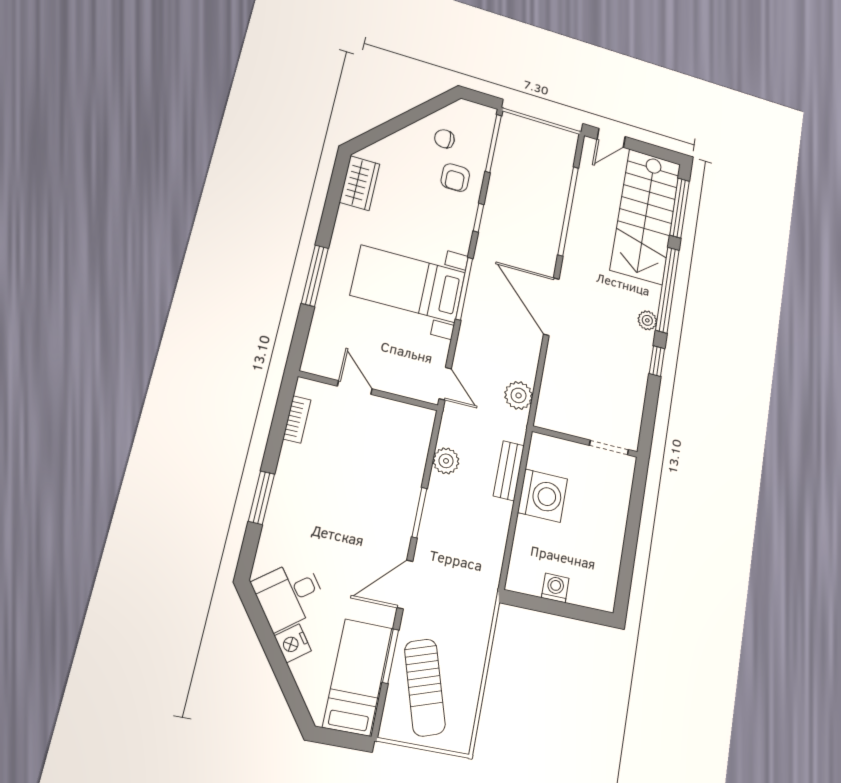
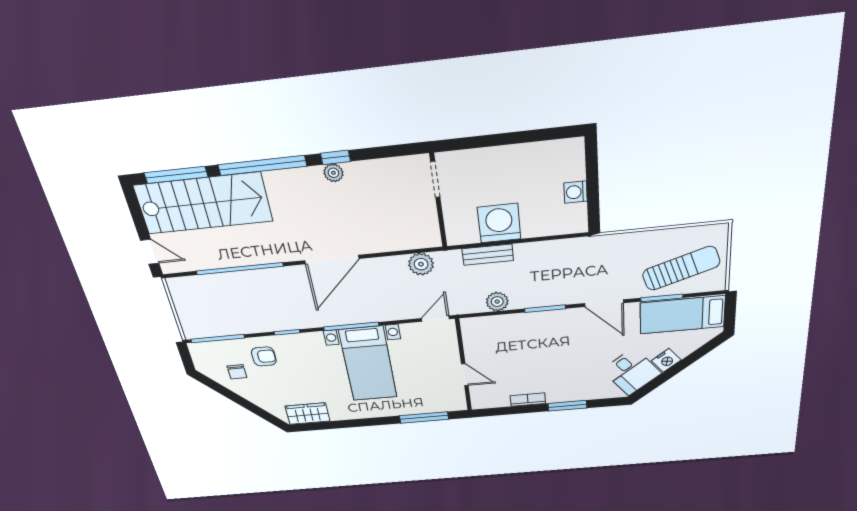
window: (315, 276) -> (424, 417), moved
plant: (647, 320) -> (333, 173), moved
door: (355, 387) -> (465, 375), swing flipped
bookcase: (297, 419) -> (528, 400), moved

